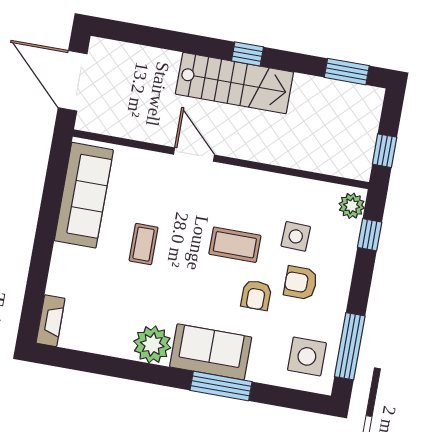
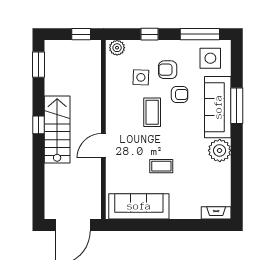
window: (370, 235) -> (149, 34), moved
armchair: (301, 283) -> (168, 70), turned 90
sofa: (211, 352) -> (218, 107), width x1.36

